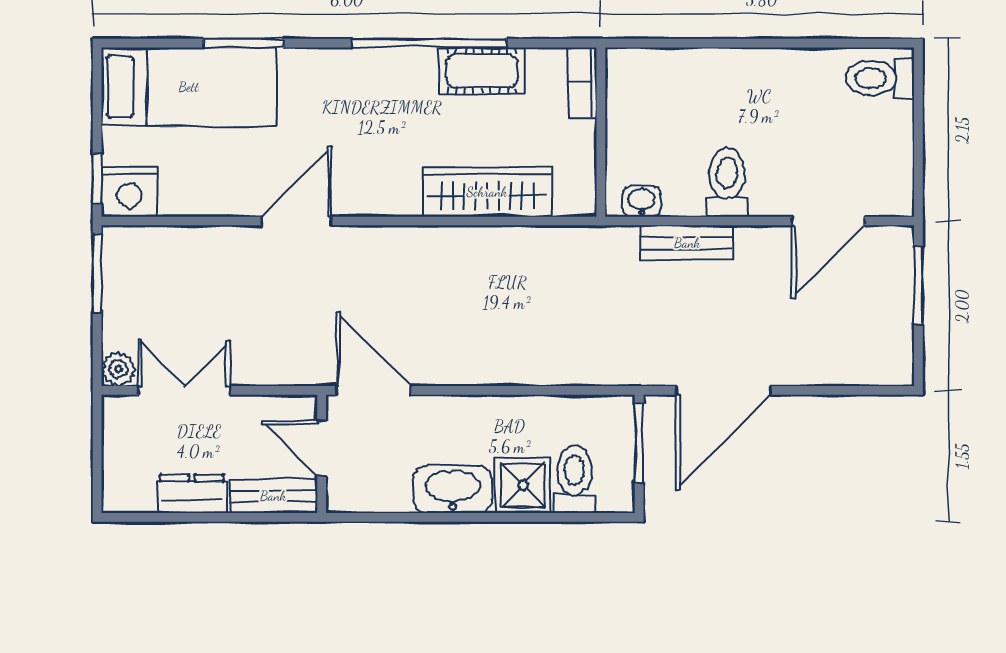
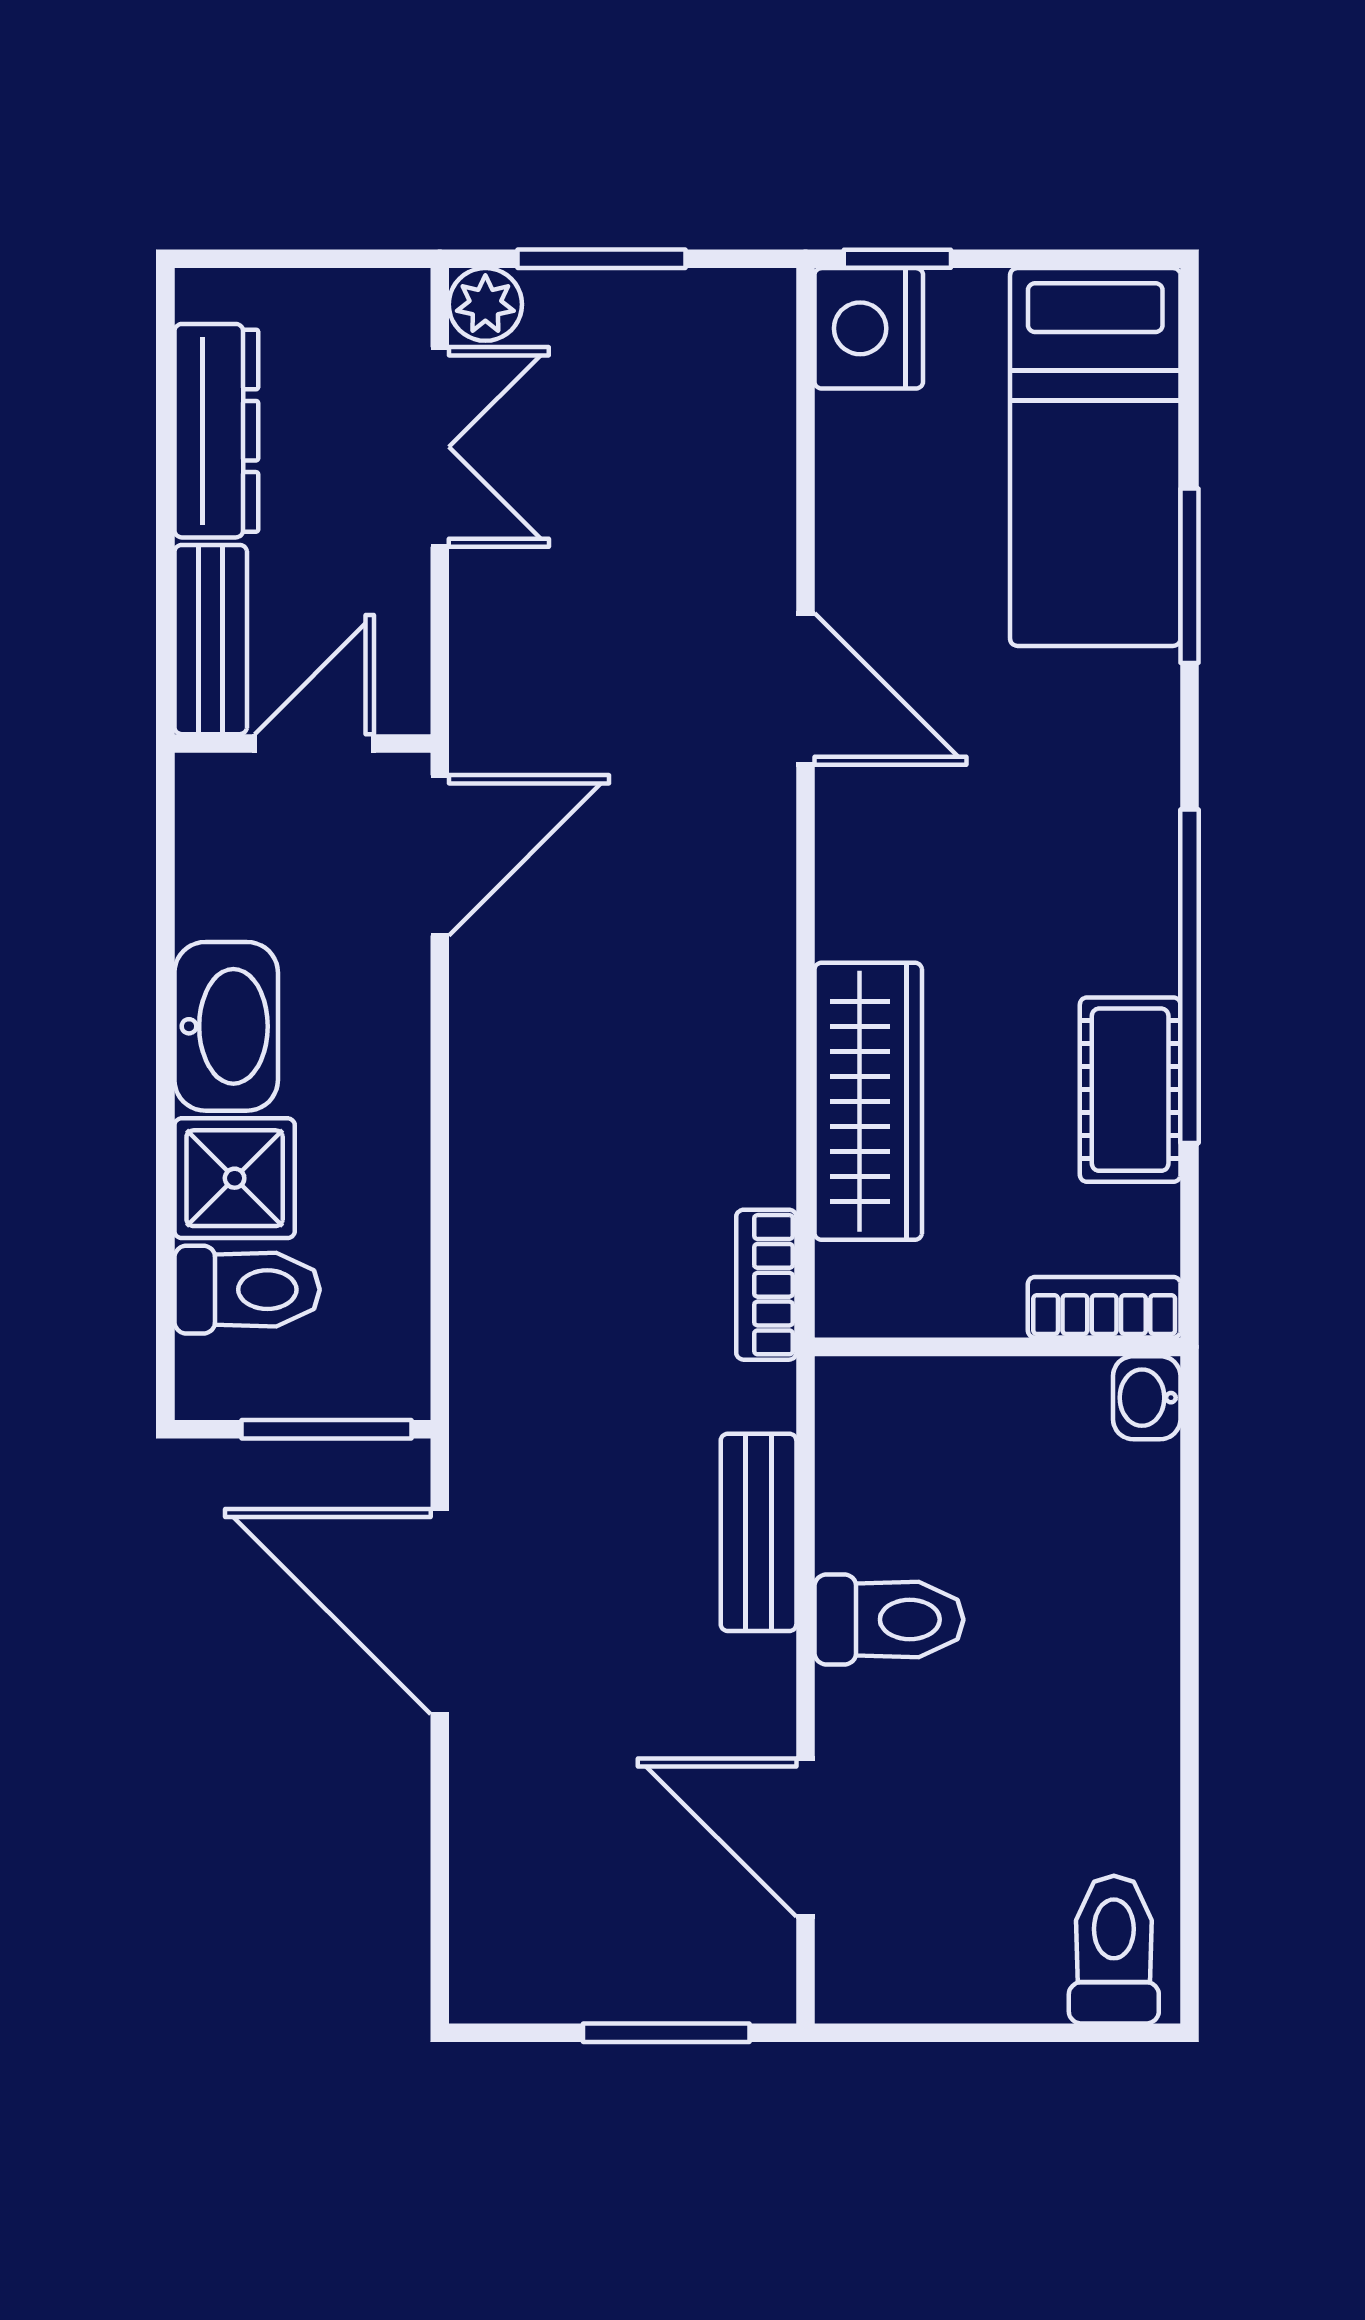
washbasin: (642, 201) -> (1147, 1398), moved, turned 180
bookcase: (572, 239) -> (766, 1285), added
window: (97, 273) -> (602, 259), moved
dresser: (192, 494) -> (216, 431), width x1.44

